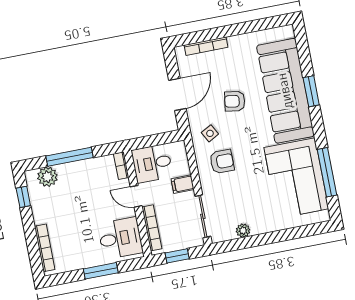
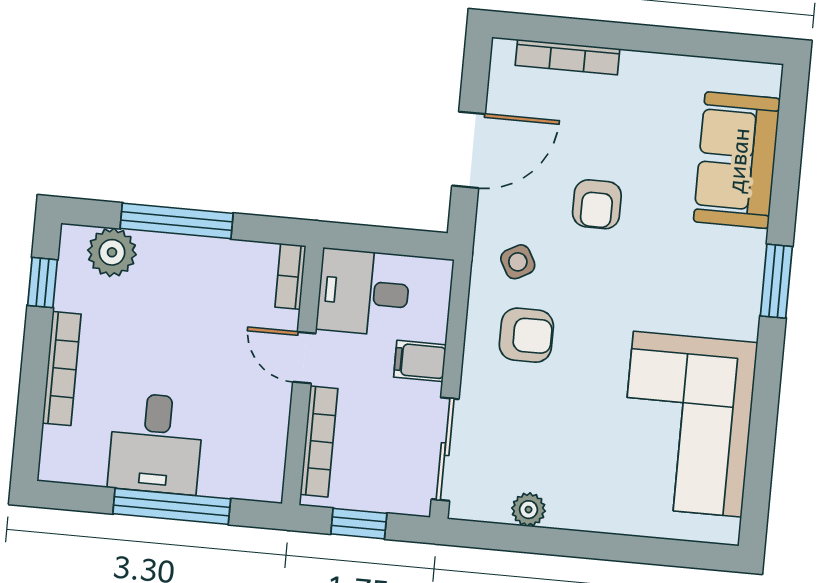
sofa: (285, 91) -> (737, 160), width x0.54, depth x0.79
window: (311, 91) -> (776, 281), moved
armchair: (235, 101) -> (597, 204), turned -99
window: (327, 172) -> (762, 431), removed
desk: (120, 238) -> (156, 444), moved, turned 90
bookcase: (45, 248) -> (62, 369), moved
window: (101, 271) -> (172, 506), width x1.44

